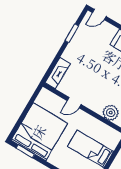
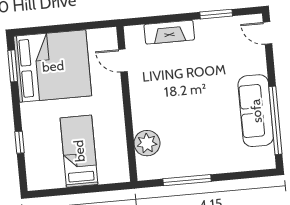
fireplace: (58, 73) -> (169, 32), moved
door: (74, 103) -> (123, 61), moved

